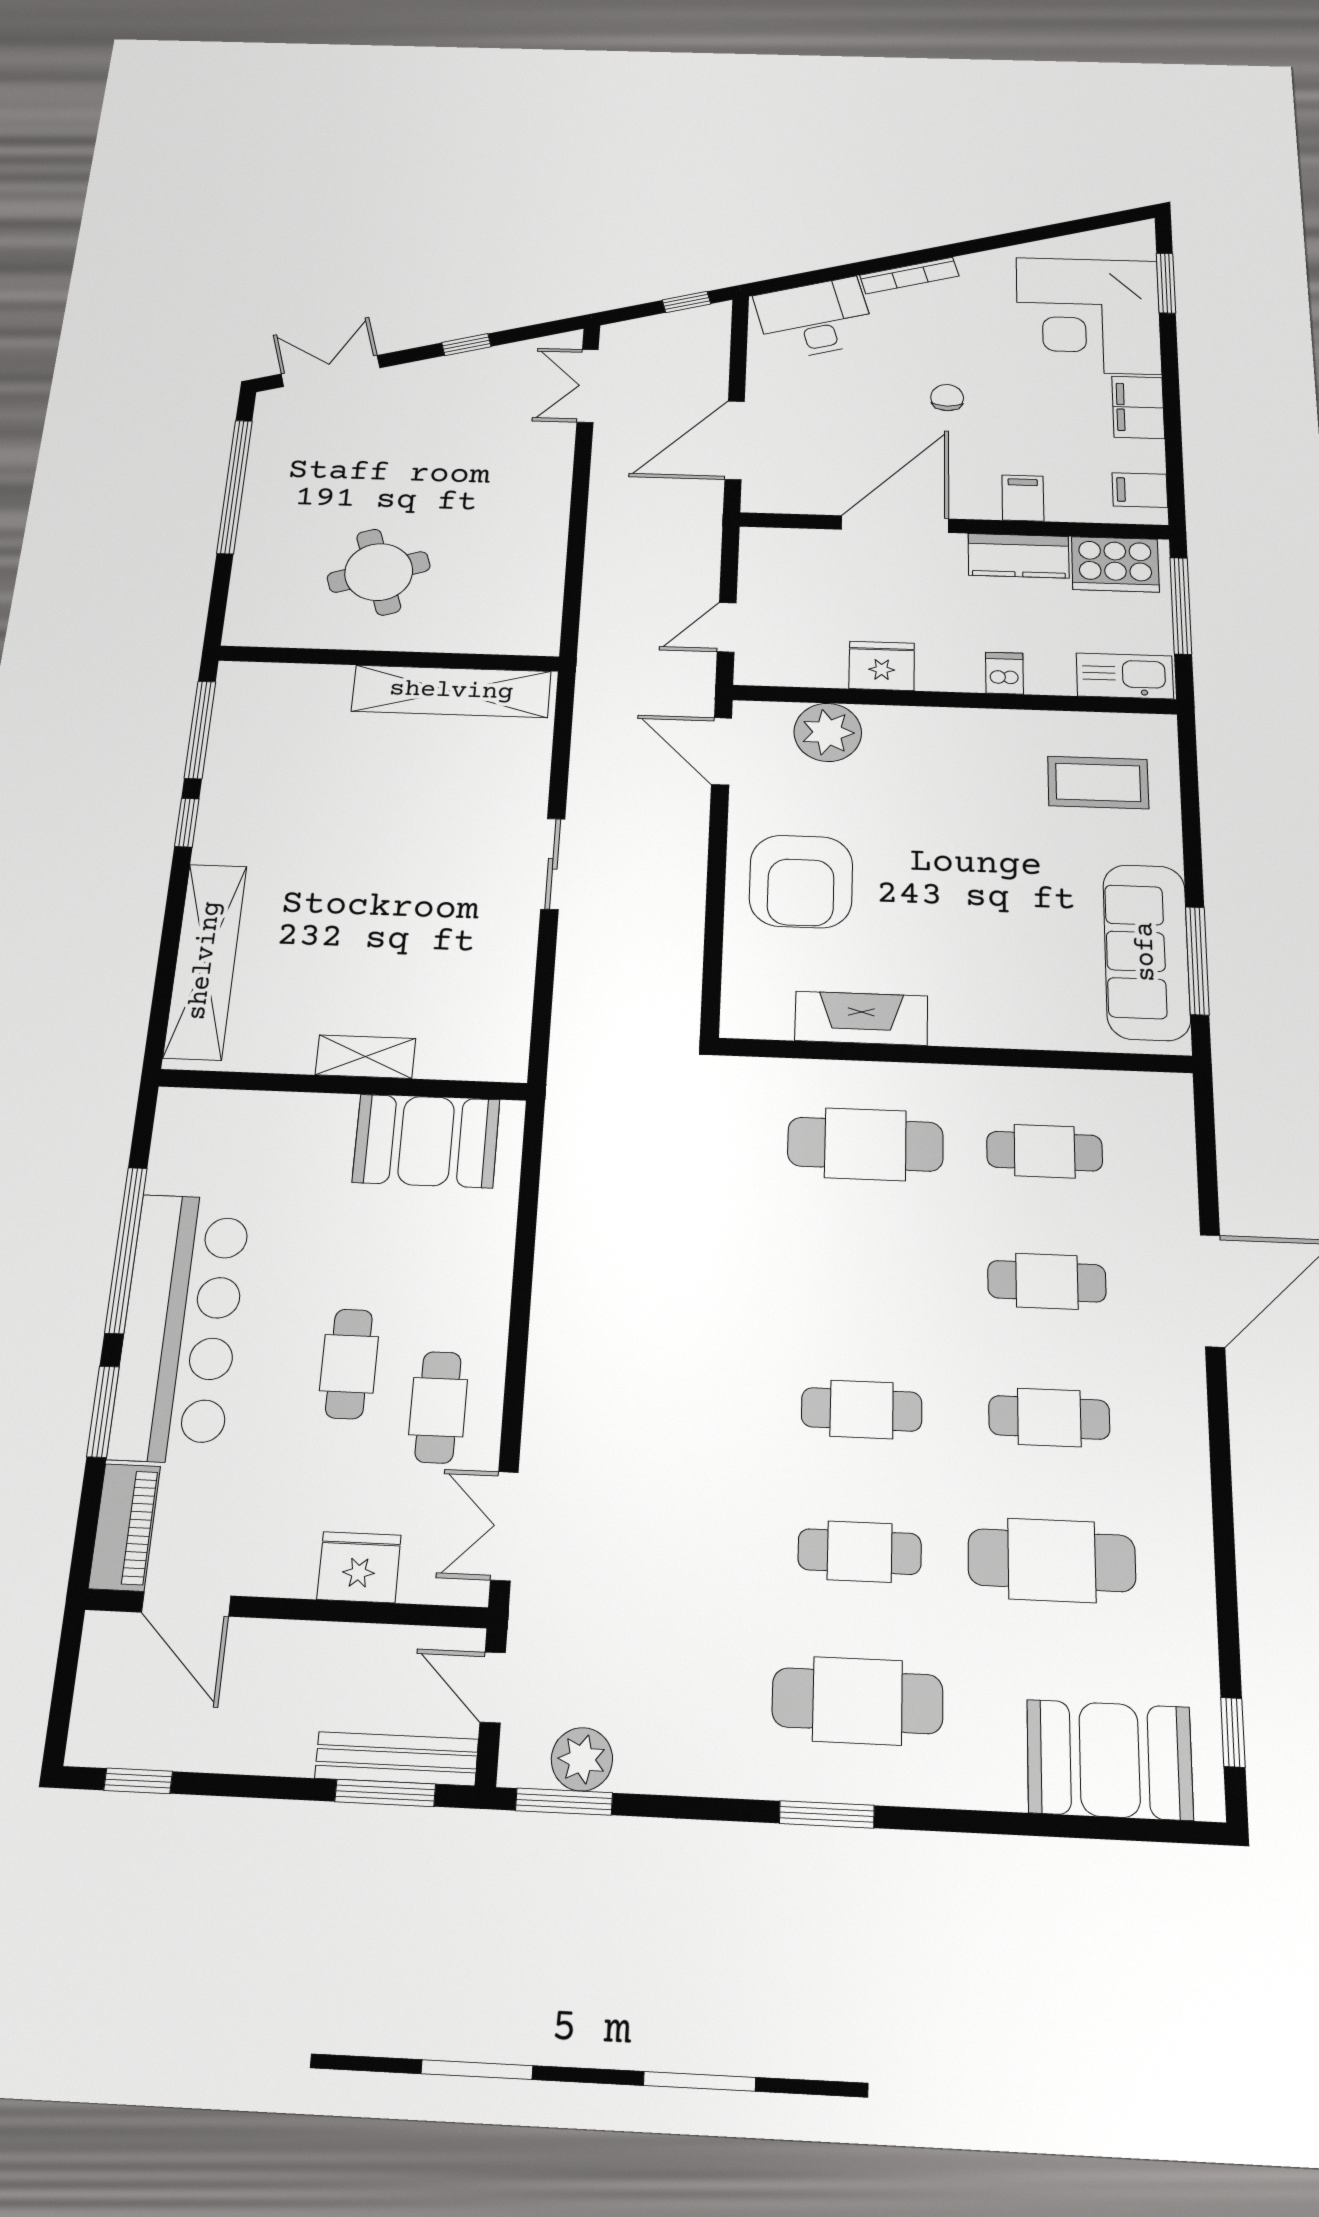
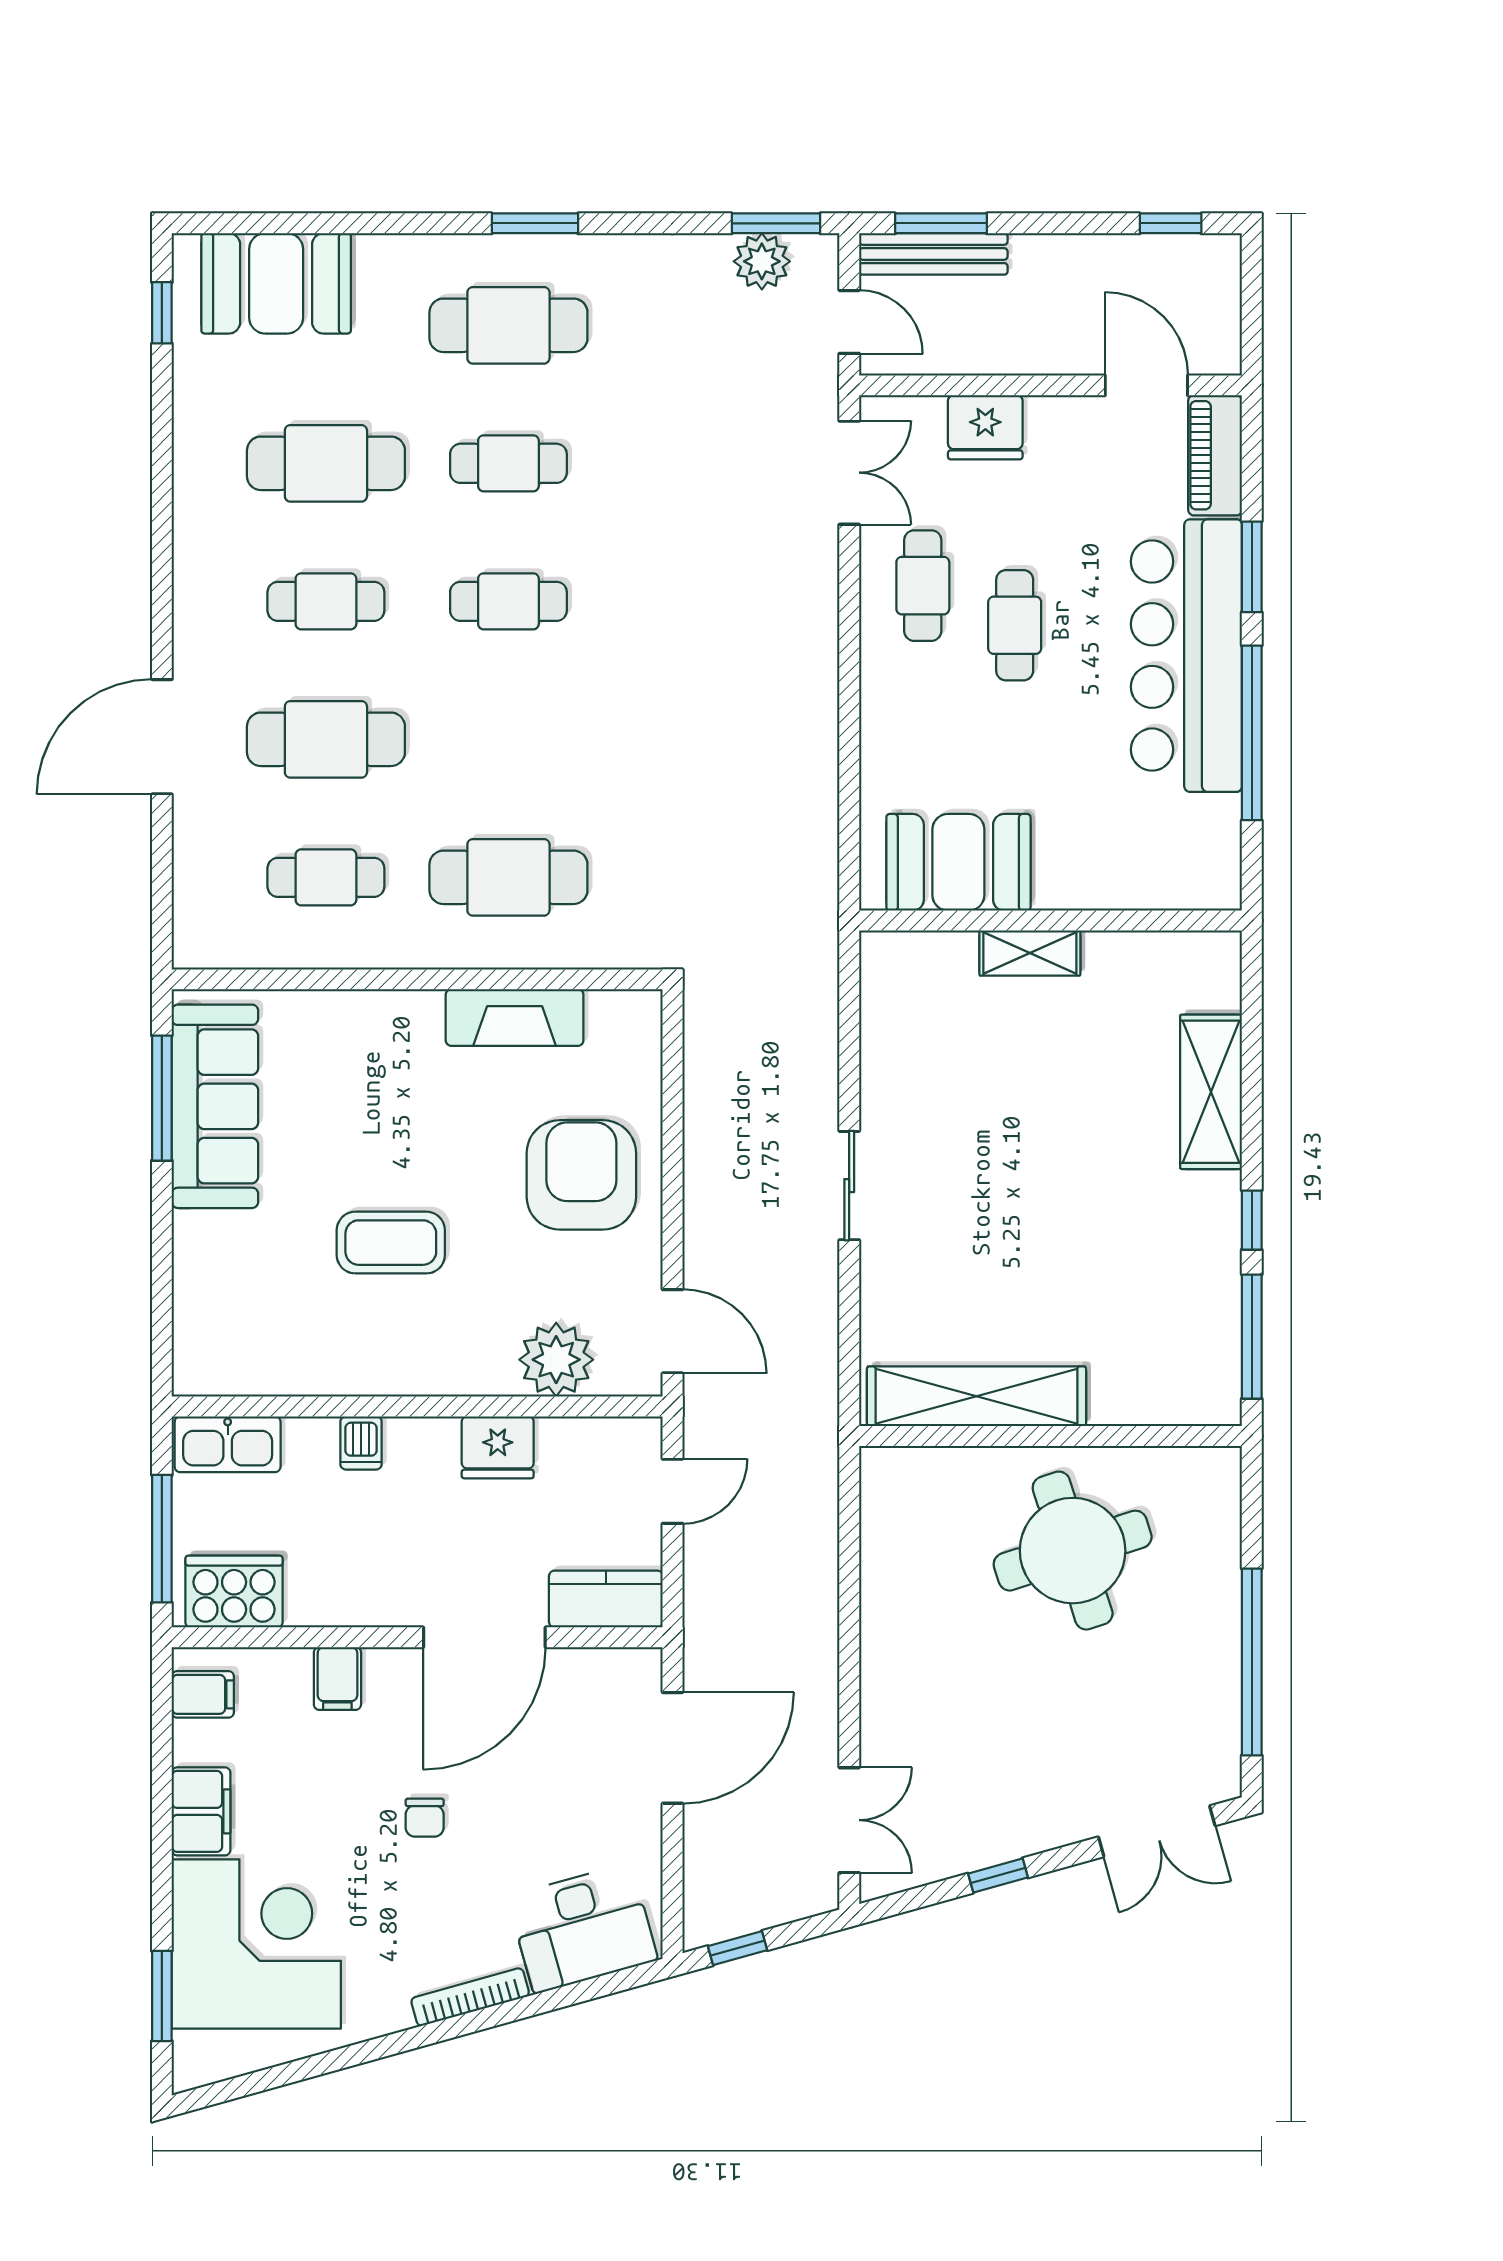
kitchen counter: (1019, 556) -> (606, 1599), moved
round table: (379, 572) -> (1073, 1551), width x1.36, depth x1.36
coffee table: (1098, 782) -> (391, 1243), moved
shelving: (205, 961) -> (1211, 1092), width x0.68
cafe table: (1047, 1281) -> (326, 739), width x1.37, depth x1.35

